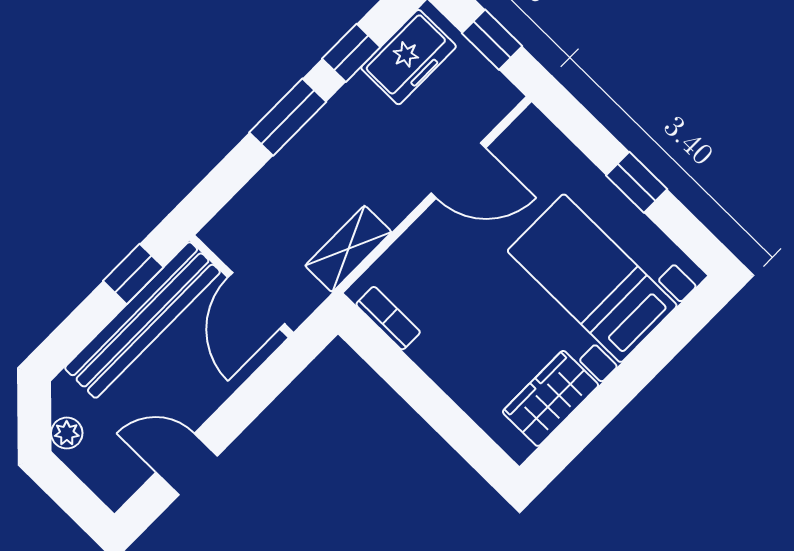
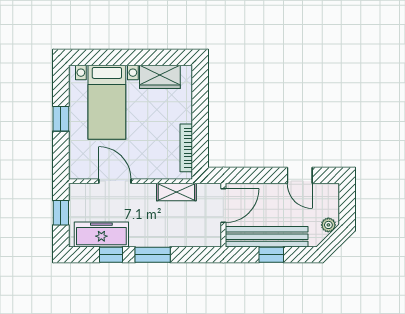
freezer: (409, 57) -> (101, 234), width x1.40
window: (133, 274) -> (271, 255), moved
bookcase: (388, 318) -> (186, 148), width x1.56

